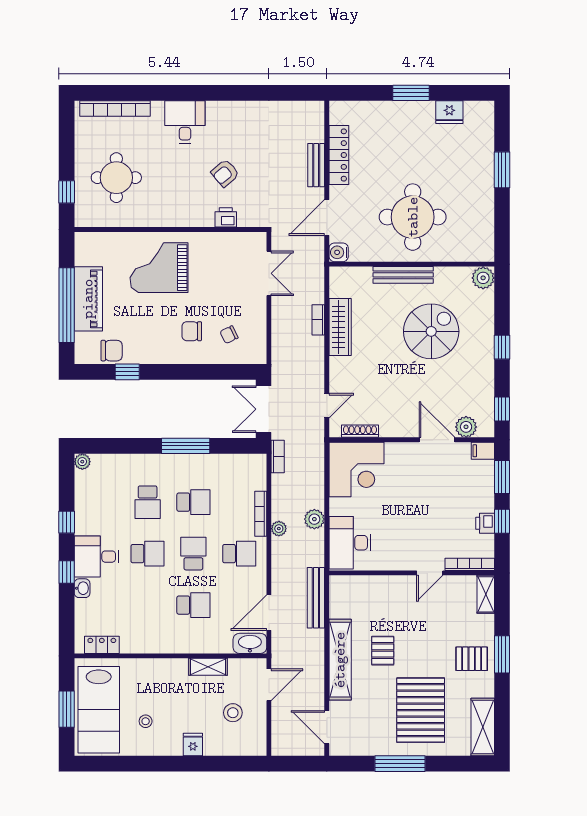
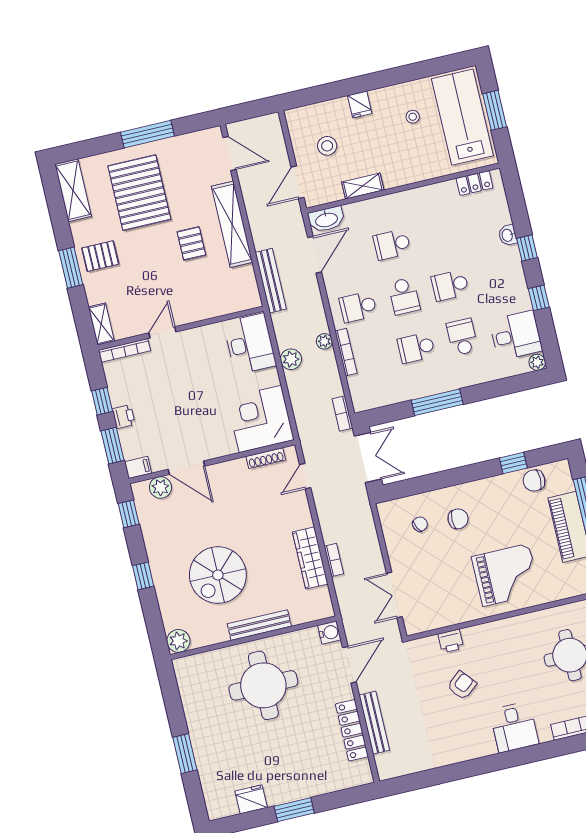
bench: (316, 165) -> (374, 723), width x1.36
printer: (485, 523) -> (124, 417), moved
desk: (97, 557) -> (516, 335), moved

